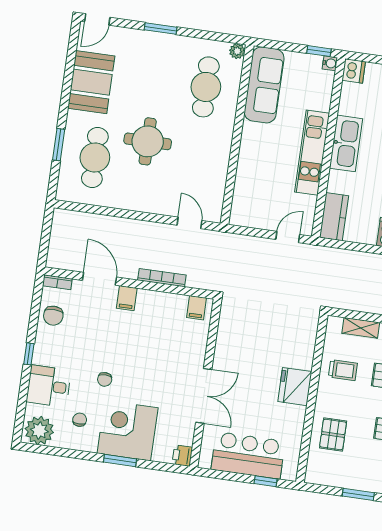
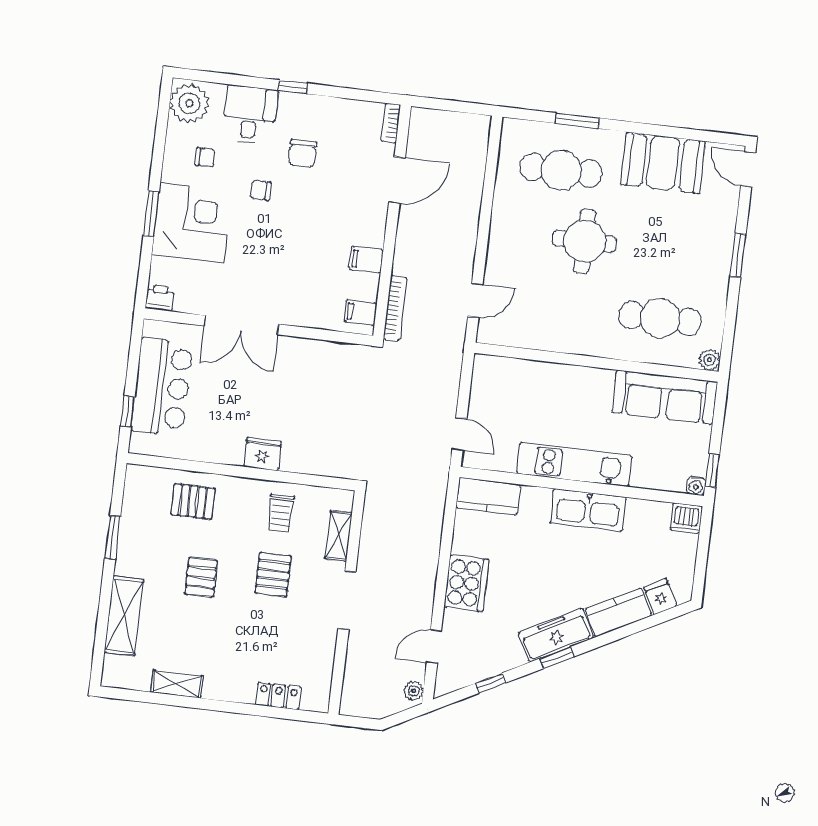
bookcase: (162, 278) -> (395, 308), moved
filing cabinet: (127, 298) -> (366, 260), moved
chair: (53, 316) -> (302, 153), moved, turned -90
fridge: (295, 387) -> (262, 454), width x0.73, depth x0.75

